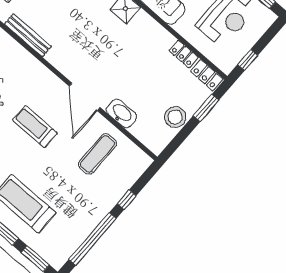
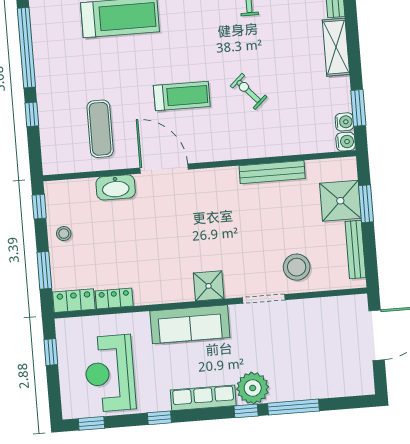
stool: (175, 117) -> (64, 234), width x0.53, depth x0.53
window: (174, 145) -> (39, 207), added

